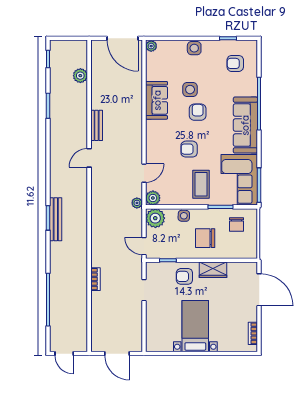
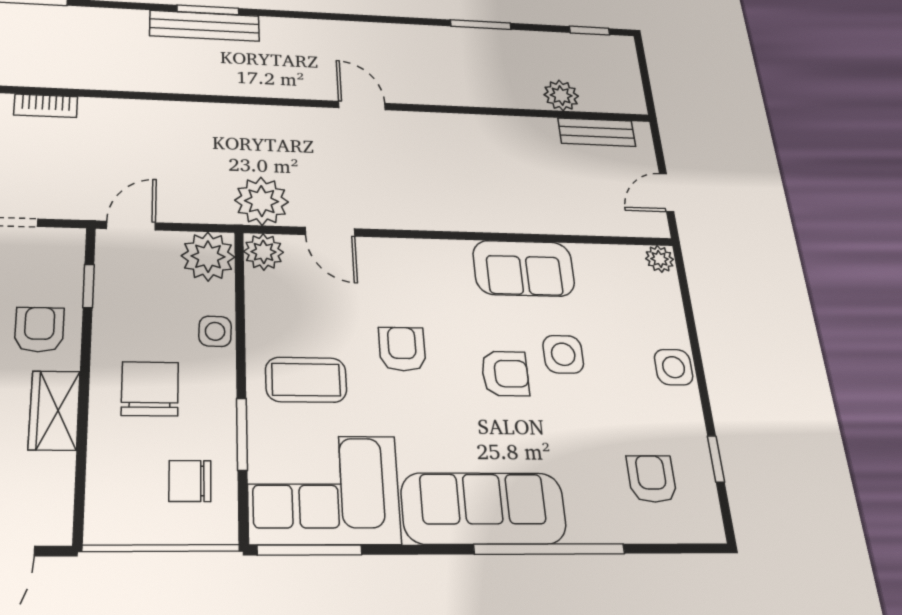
door: (123, 38) -> (666, 193), width x0.53
bench: (97, 125) -> (597, 132), moved
plant: (137, 203) -> (262, 201), width x1.88, depth x1.88

